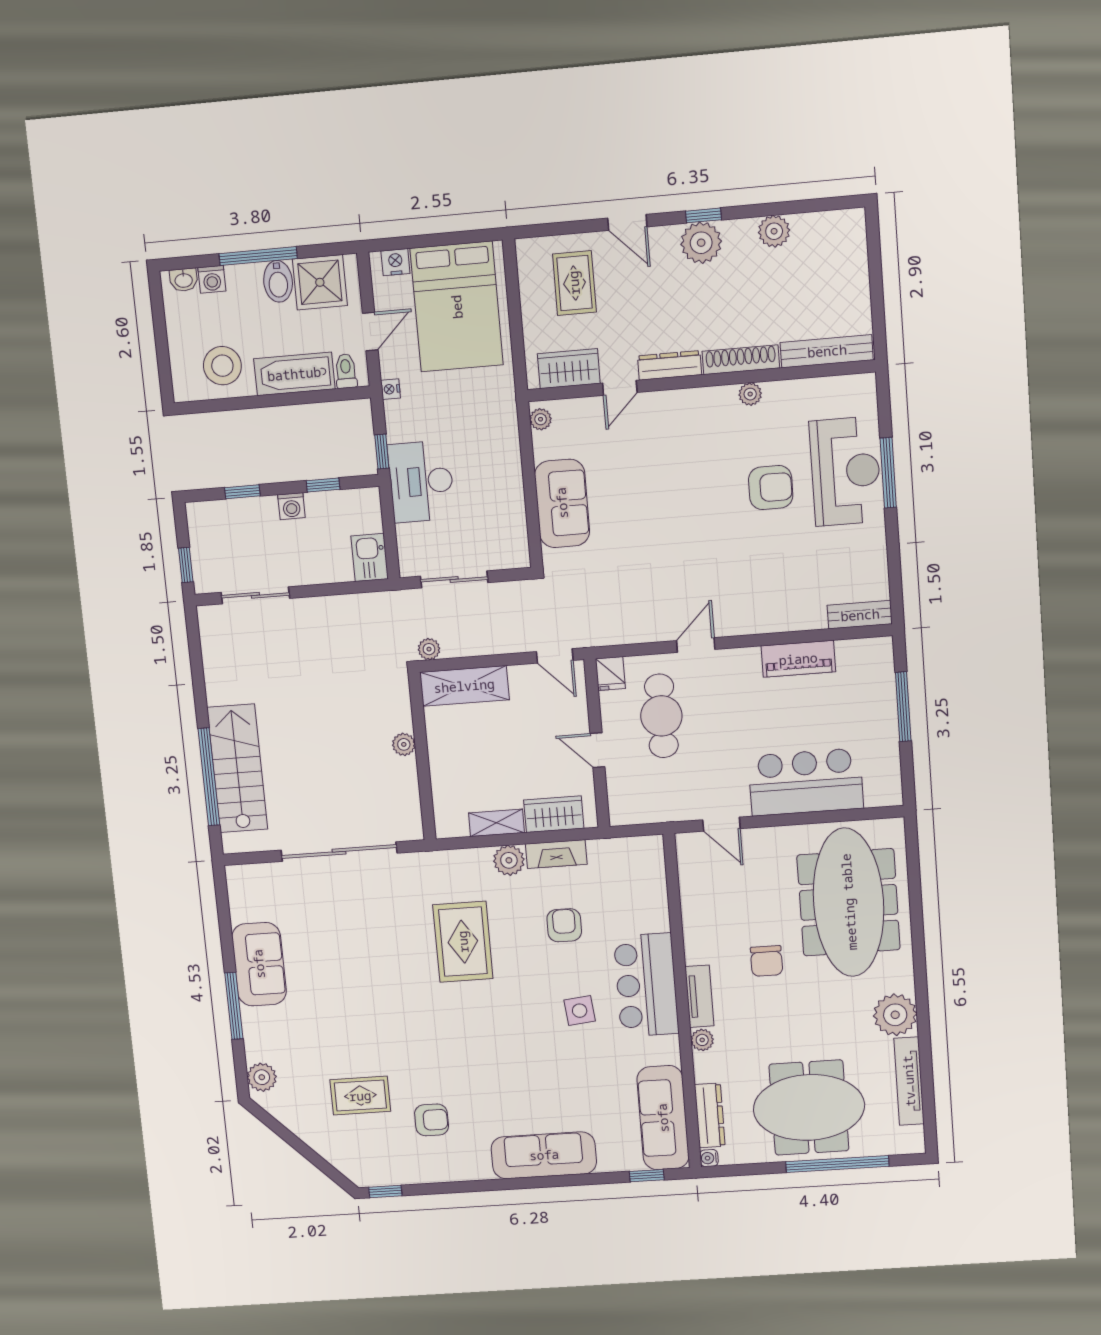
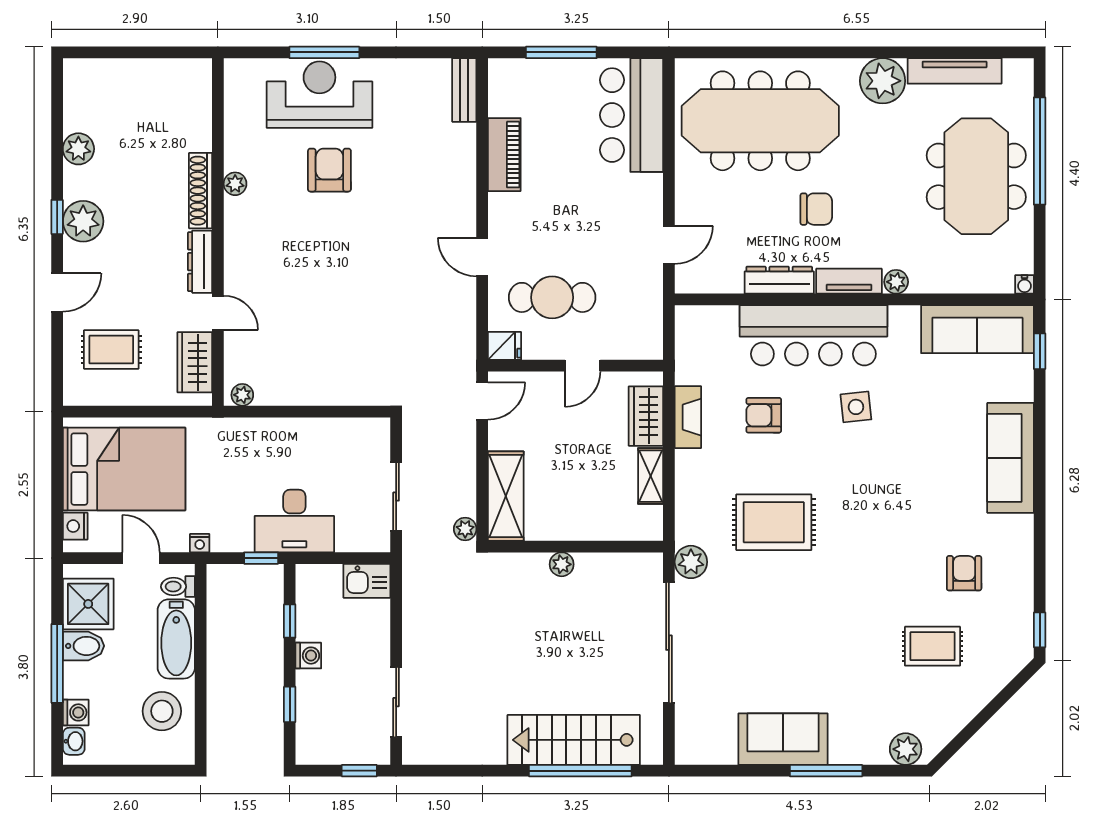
bench: (827, 351) -> (200, 105), removed
sofa: (562, 503) -> (328, 380), removed
bar counter: (806, 782) -> (632, 115), moved
plant: (509, 860) -> (691, 562), moved
bar counter: (646, 985) -> (813, 335), width x1.36
rug: (360, 1096) -> (932, 646), turned 90
dresser: (710, 1115) -> (779, 280), moved

